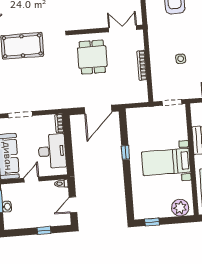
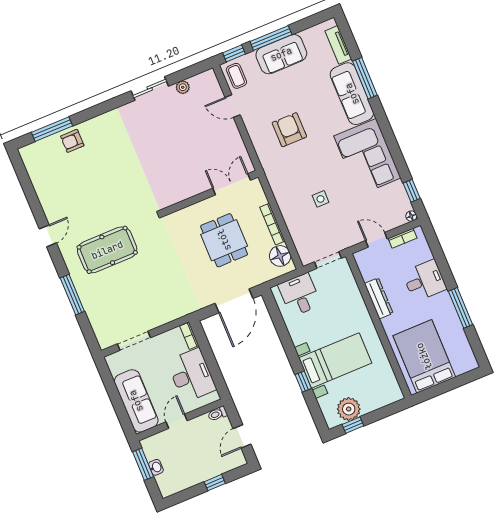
dining table: (92, 57) -> (224, 240), moved
floor lamp: (140, 89) -> (280, 256), added
desk: (145, 120) -> (300, 295), added
window: (125, 153) -> (303, 382), moved
bed with nightstands: (166, 162) -> (335, 360), moved, turned 180
plant: (180, 208) -> (349, 409), moved

